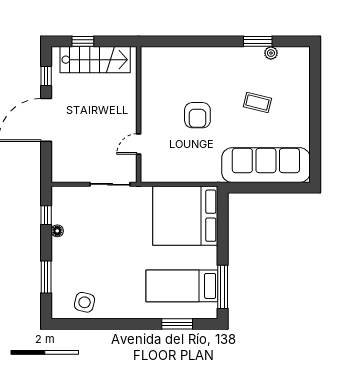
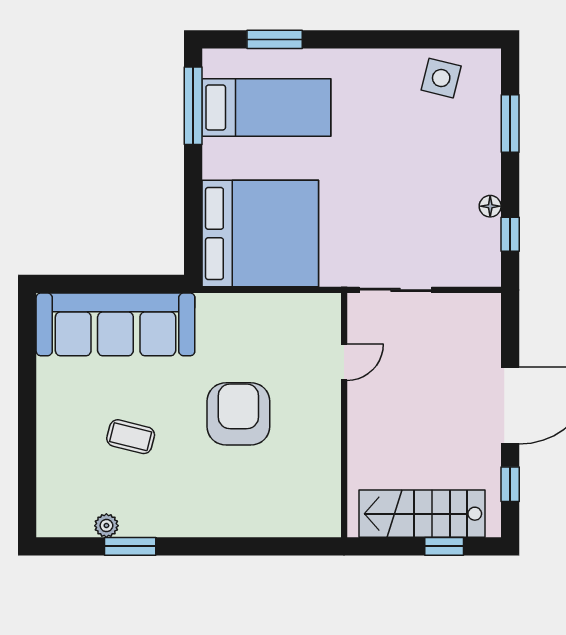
armchair: (197, 115) -> (238, 414), width x1.36, depth x1.36

